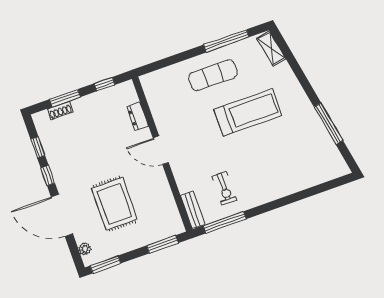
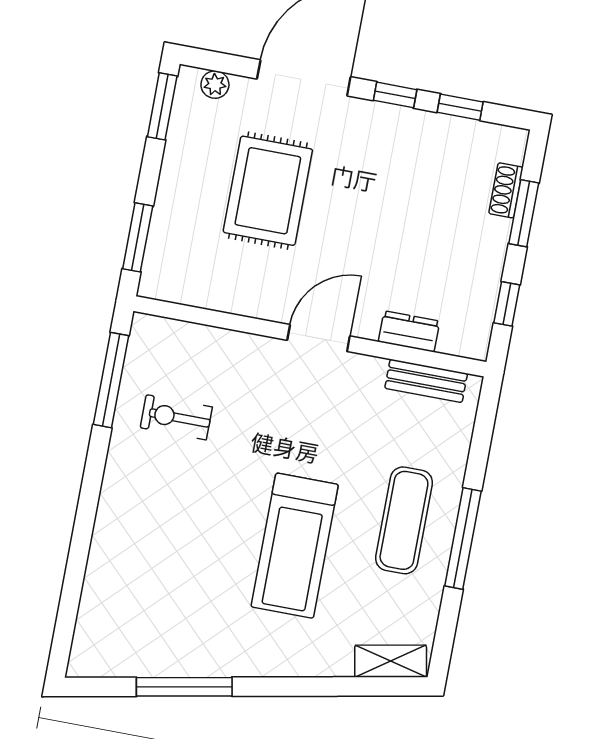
window: (226, 41) -> (463, 538), moved
rug: (114, 204) -> (268, 191), turned 90
bench: (193, 210) -> (426, 381), moved

